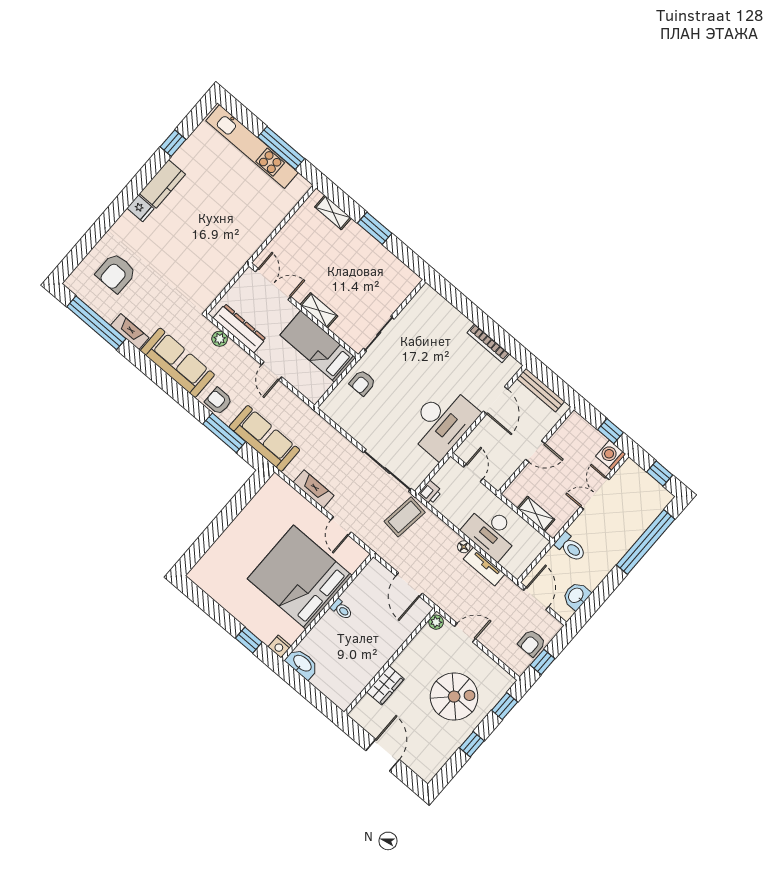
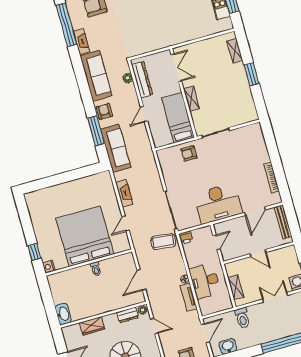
dresser: (422, 641) -> (128, 315), added
washbasin: (302, 664) -> (63, 314), moved

